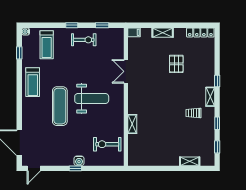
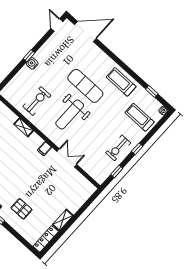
filing cabinet: (134, 32) -> (45, 149), moved
shelving: (163, 33) -> (63, 220), moved
pallet: (176, 64) -> (22, 209), moved
exercise bike: (107, 144) -> (37, 101), moved

